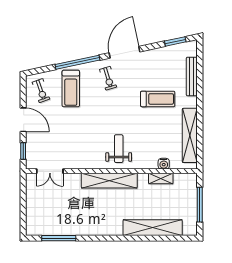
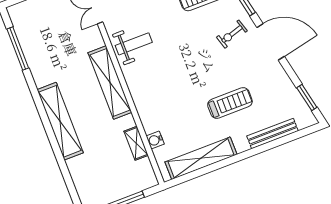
treadmill: (158, 99) -> (230, 103), turned -90
weight bench: (119, 149) -> (134, 44), moved
shelving: (153, 228) -> (60, 121), moved

